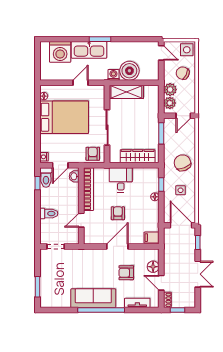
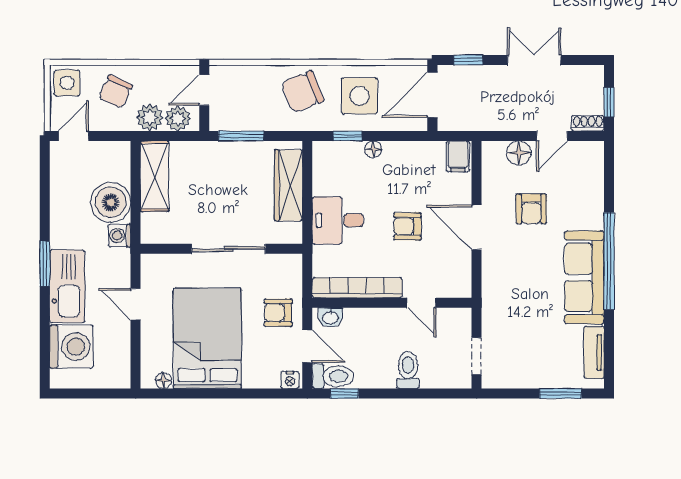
shelving: (126, 92) -> (155, 176), moved
door: (183, 116) -> (204, 90), swing flipped
armchair: (93, 154) -> (278, 313), moved
side table: (181, 190) -> (359, 96), width x1.87, depth x1.87
tv unit: (137, 303) -> (594, 352), moved

